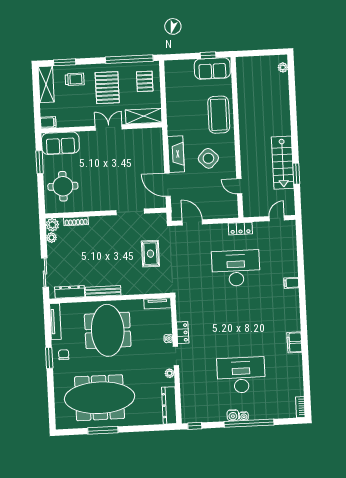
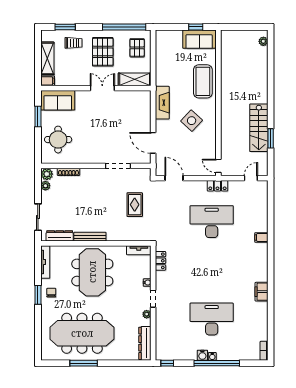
shelving: (46, 84) -> (47, 58), moved
fireplace: (176, 154) -> (162, 103), moved
door: (239, 186) -> (218, 166), moved
locker: (183, 333) -> (160, 261), moved

